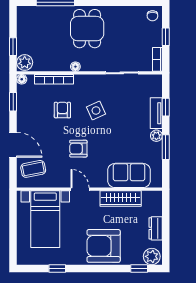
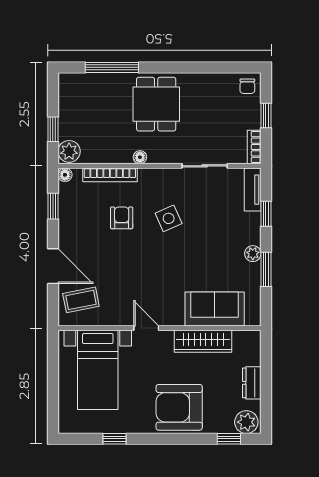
tv unit: (156, 113) -> (253, 190), moved
armchair: (78, 149) -> (144, 272), removed

